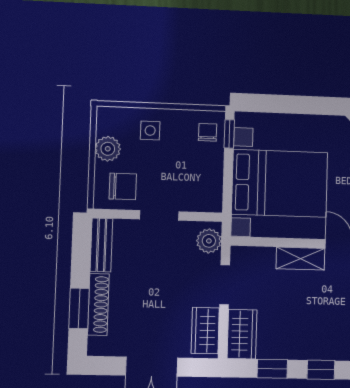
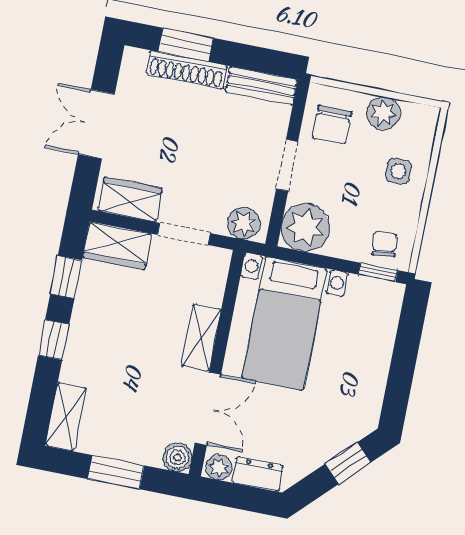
chair: (208, 132) -> (384, 245), turned -96
bed with nightstands: (280, 183) -> (284, 324), width x0.73
plant: (204, 194) -> (305, 227), added

